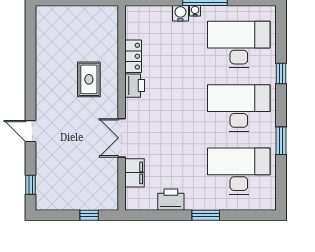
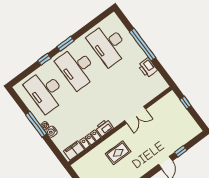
window: (281, 141) -> (66, 44), moved
filing cabinet: (134, 173) -> (74, 150), moved
window: (31, 185) -> (181, 151), moved
window: (206, 215) -> (142, 45), width x2.11

